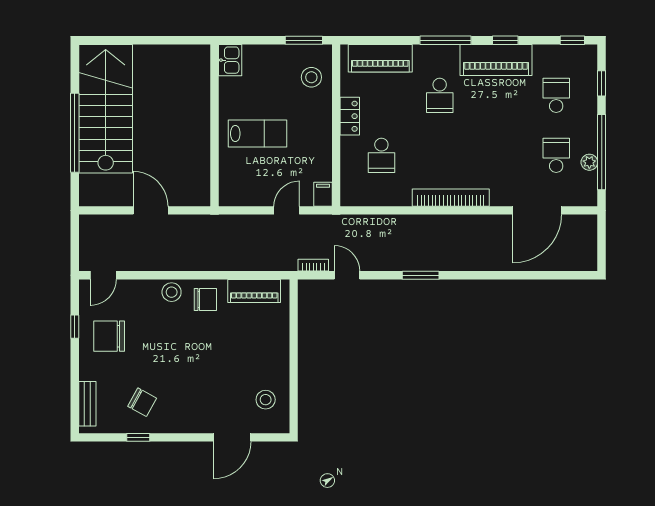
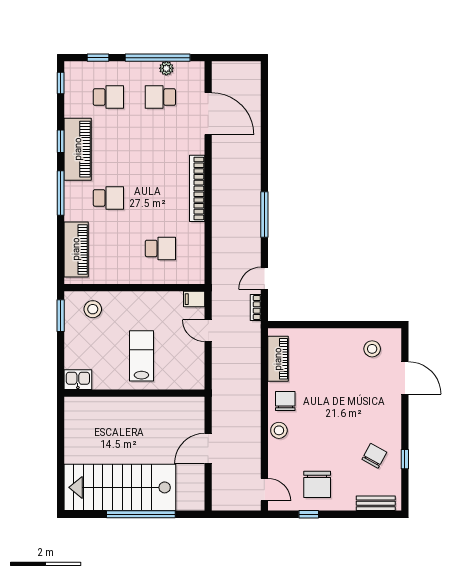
school desk: (556, 95) -> (108, 97), turned 180
locker: (350, 116) -> (126, 276), removed
window: (421, 275) -> (264, 215), width x1.44

